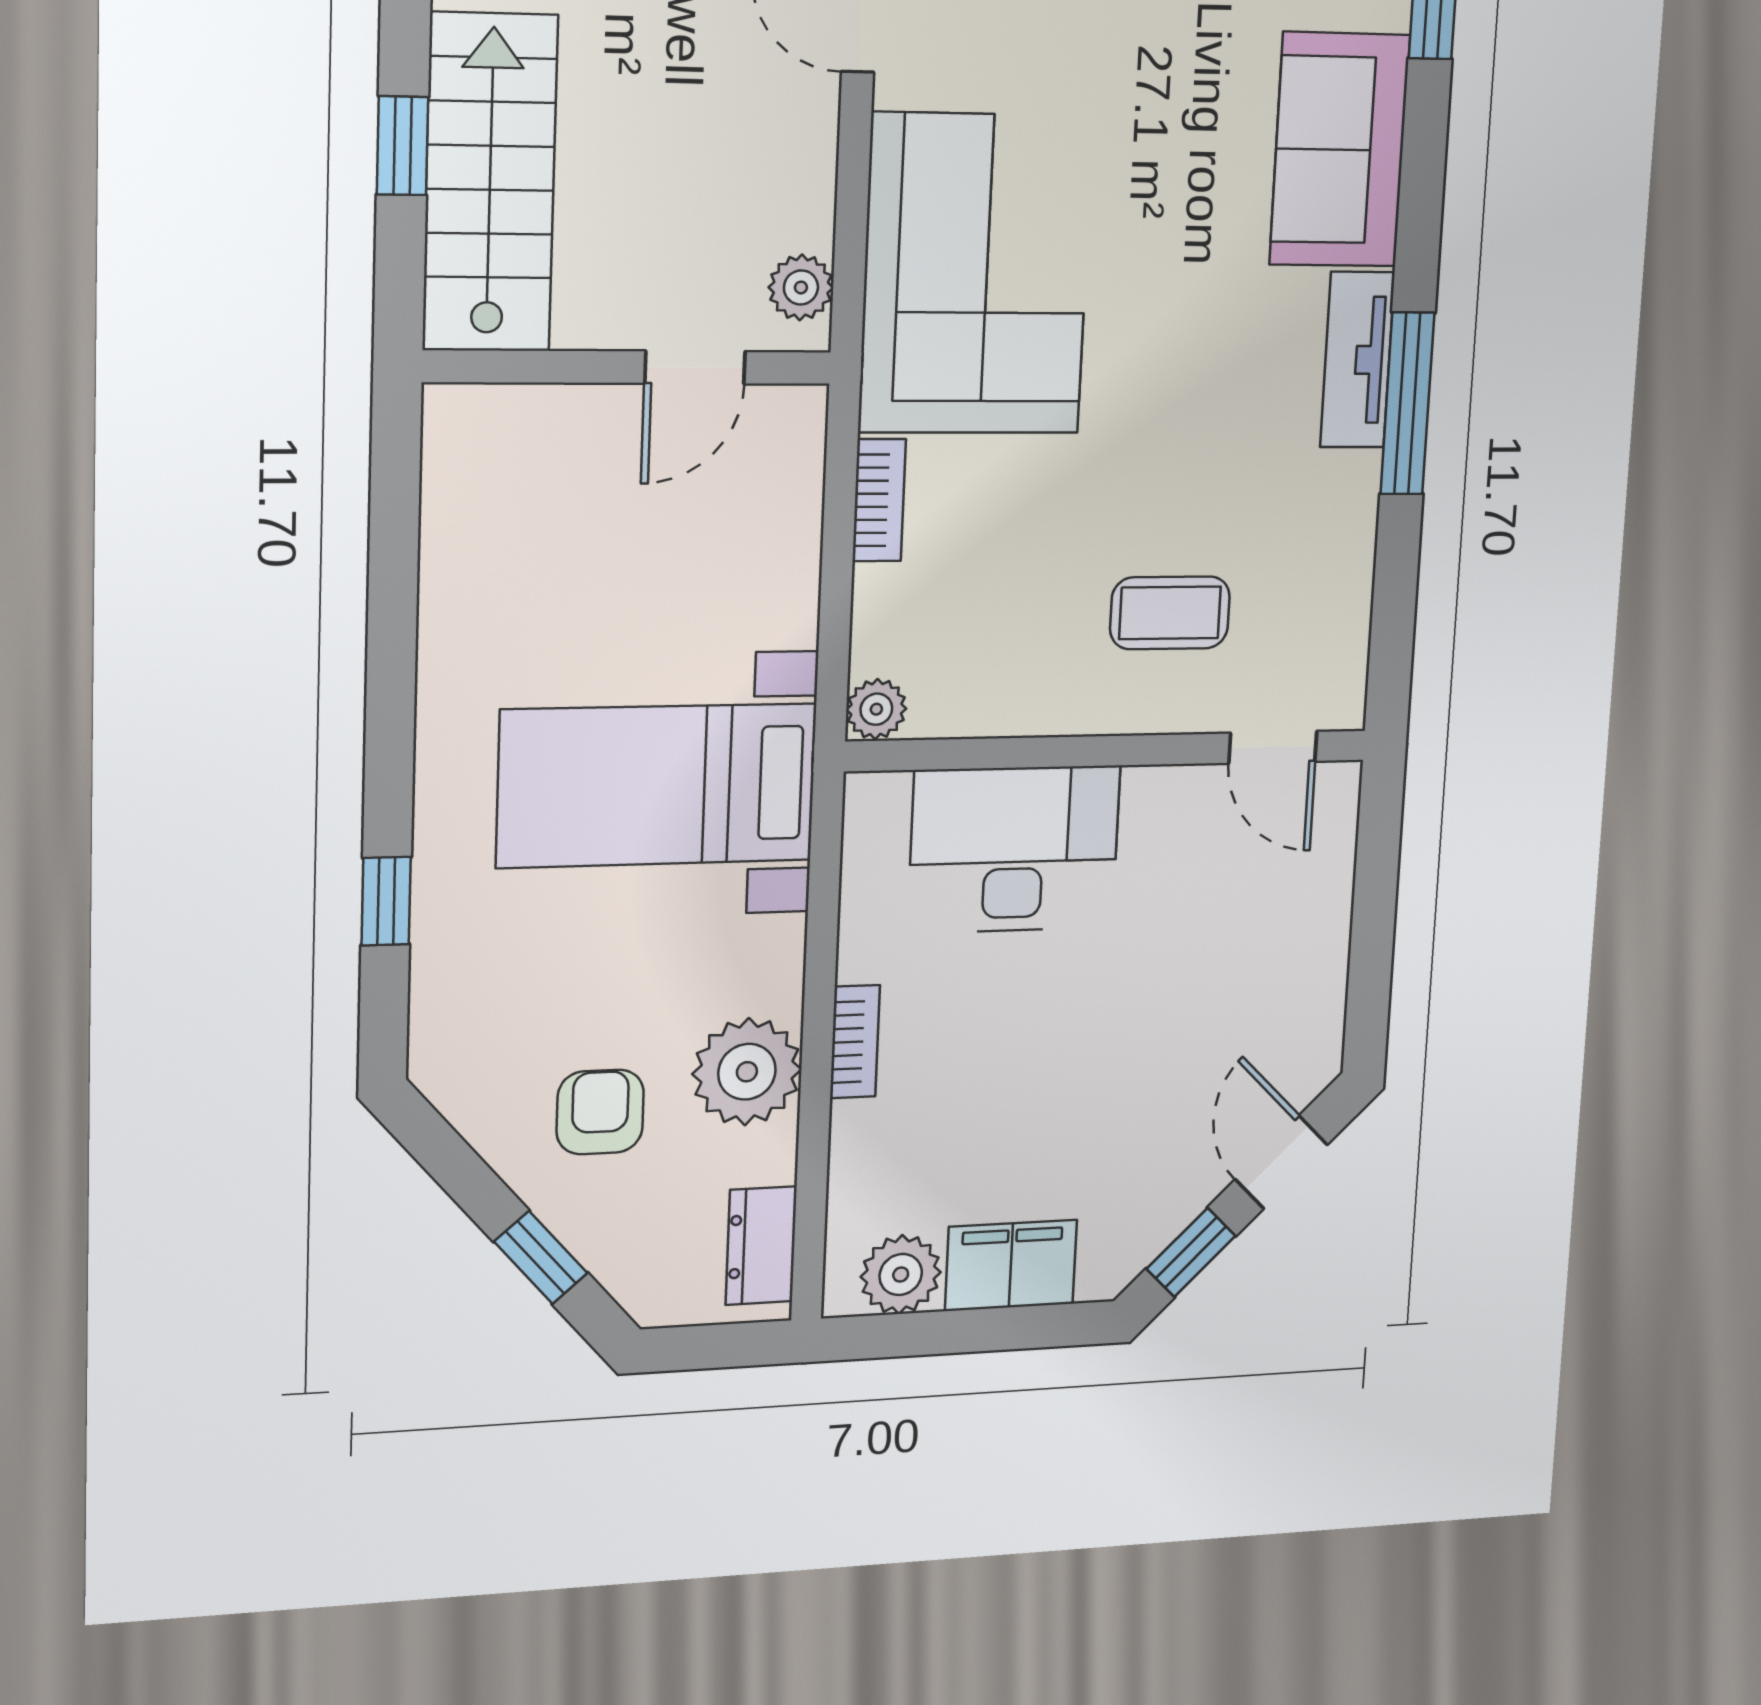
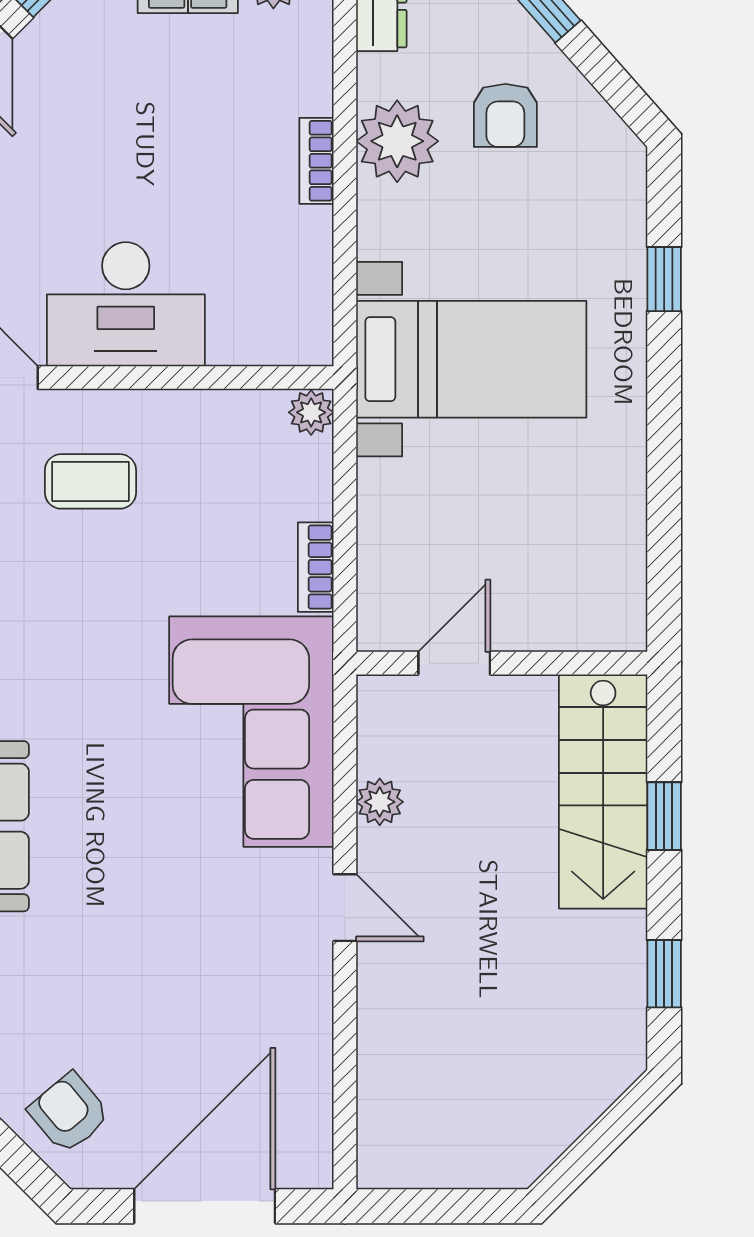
plant: (801, 287) -> (380, 802), moved
desk: (1014, 849) -> (126, 304), moved

